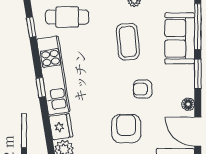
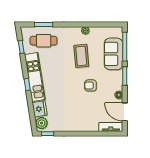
armchair: (126, 129) -> (80, 110), removed

